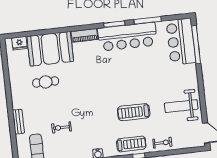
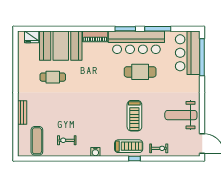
cafe table: (135, 67) -> (140, 72), added
treadmill: (134, 112) -> (134, 116), turned -90
exercise bike: (62, 127) -> (67, 140), moved

